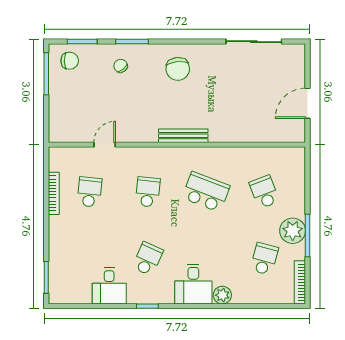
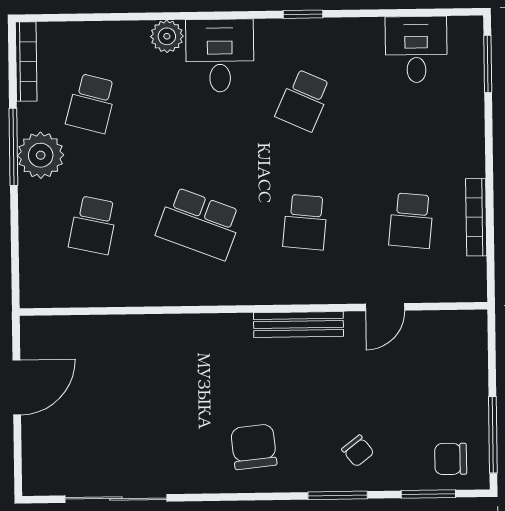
bench: (183, 136) -> (298, 325), moved
school desk: (264, 192) -> (93, 225), turned 33
desk: (109, 286) -> (416, 49), moved

